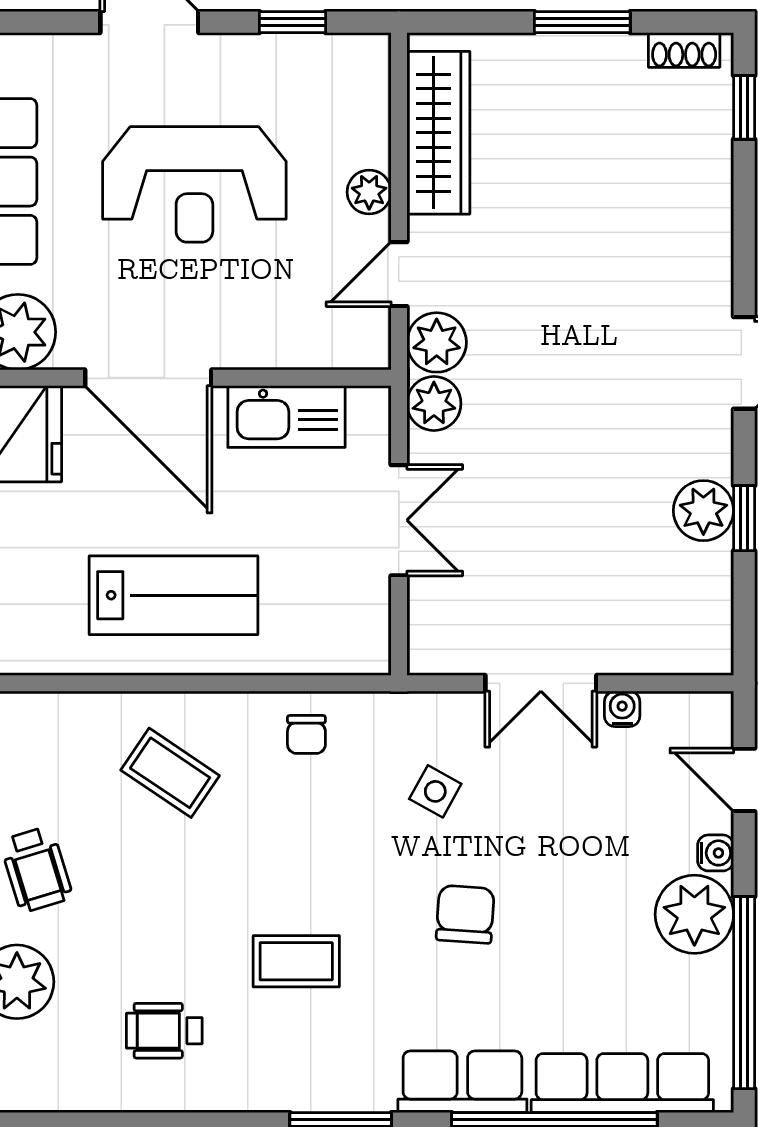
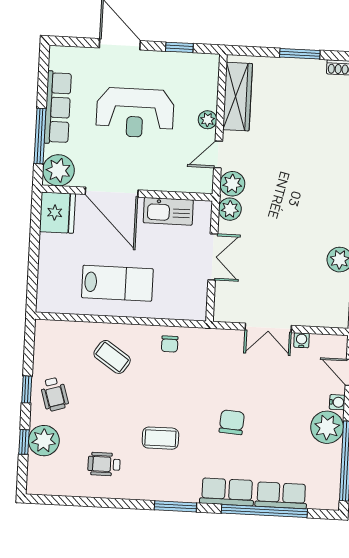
side table: (435, 791) -> (222, 370), removed
row of seats: (622, 1083) -> (281, 495), width x0.68

